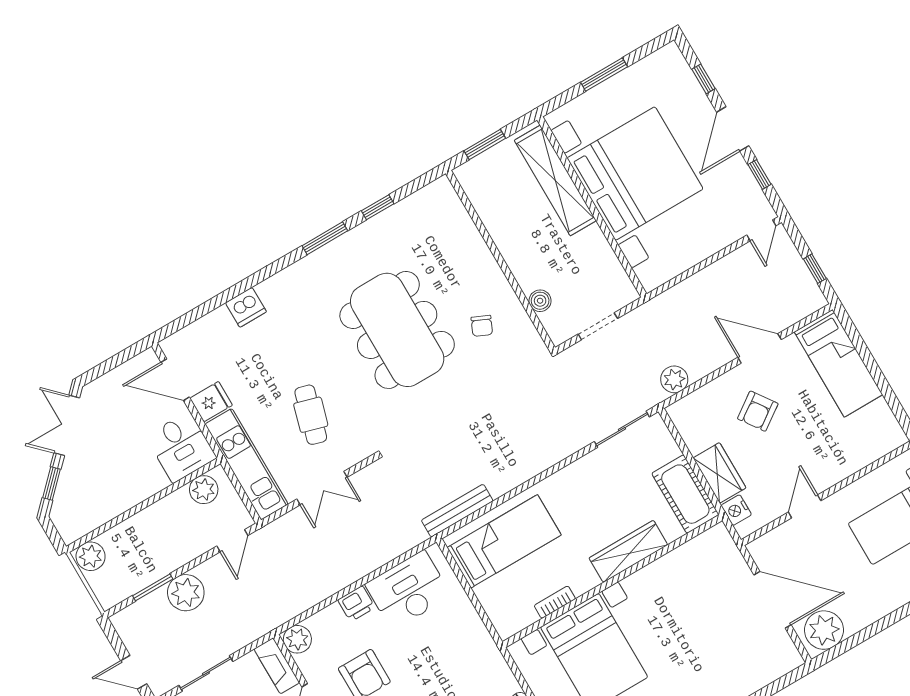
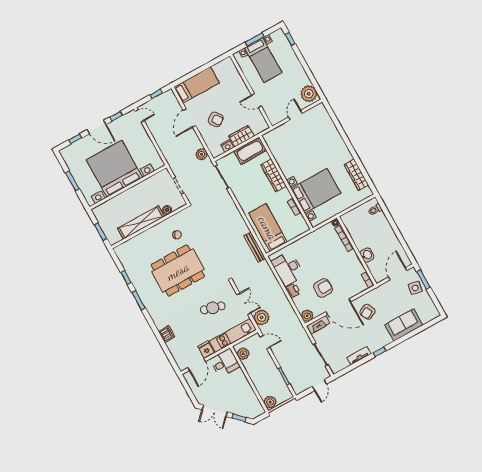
shelving: (555, 181) -> (141, 222), moved
nightstand: (736, 510) -> (227, 146), moved
plant: (186, 593) -> (262, 318), moved
door: (773, 600) -> (295, 115), width x0.53

